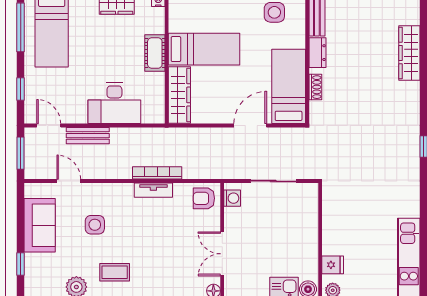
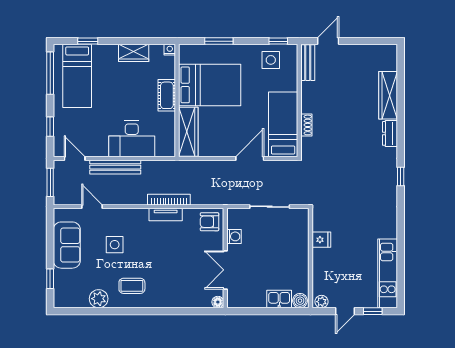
bed: (204, 49) -> (210, 85), width x1.50
dresser: (317, 53) -> (390, 133), moved, turned 180
bench: (88, 136) -> (115, 167), width x1.36
washing machine: (232, 198) -> (234, 236), moved
fridge: (333, 265) -> (321, 240), moved

